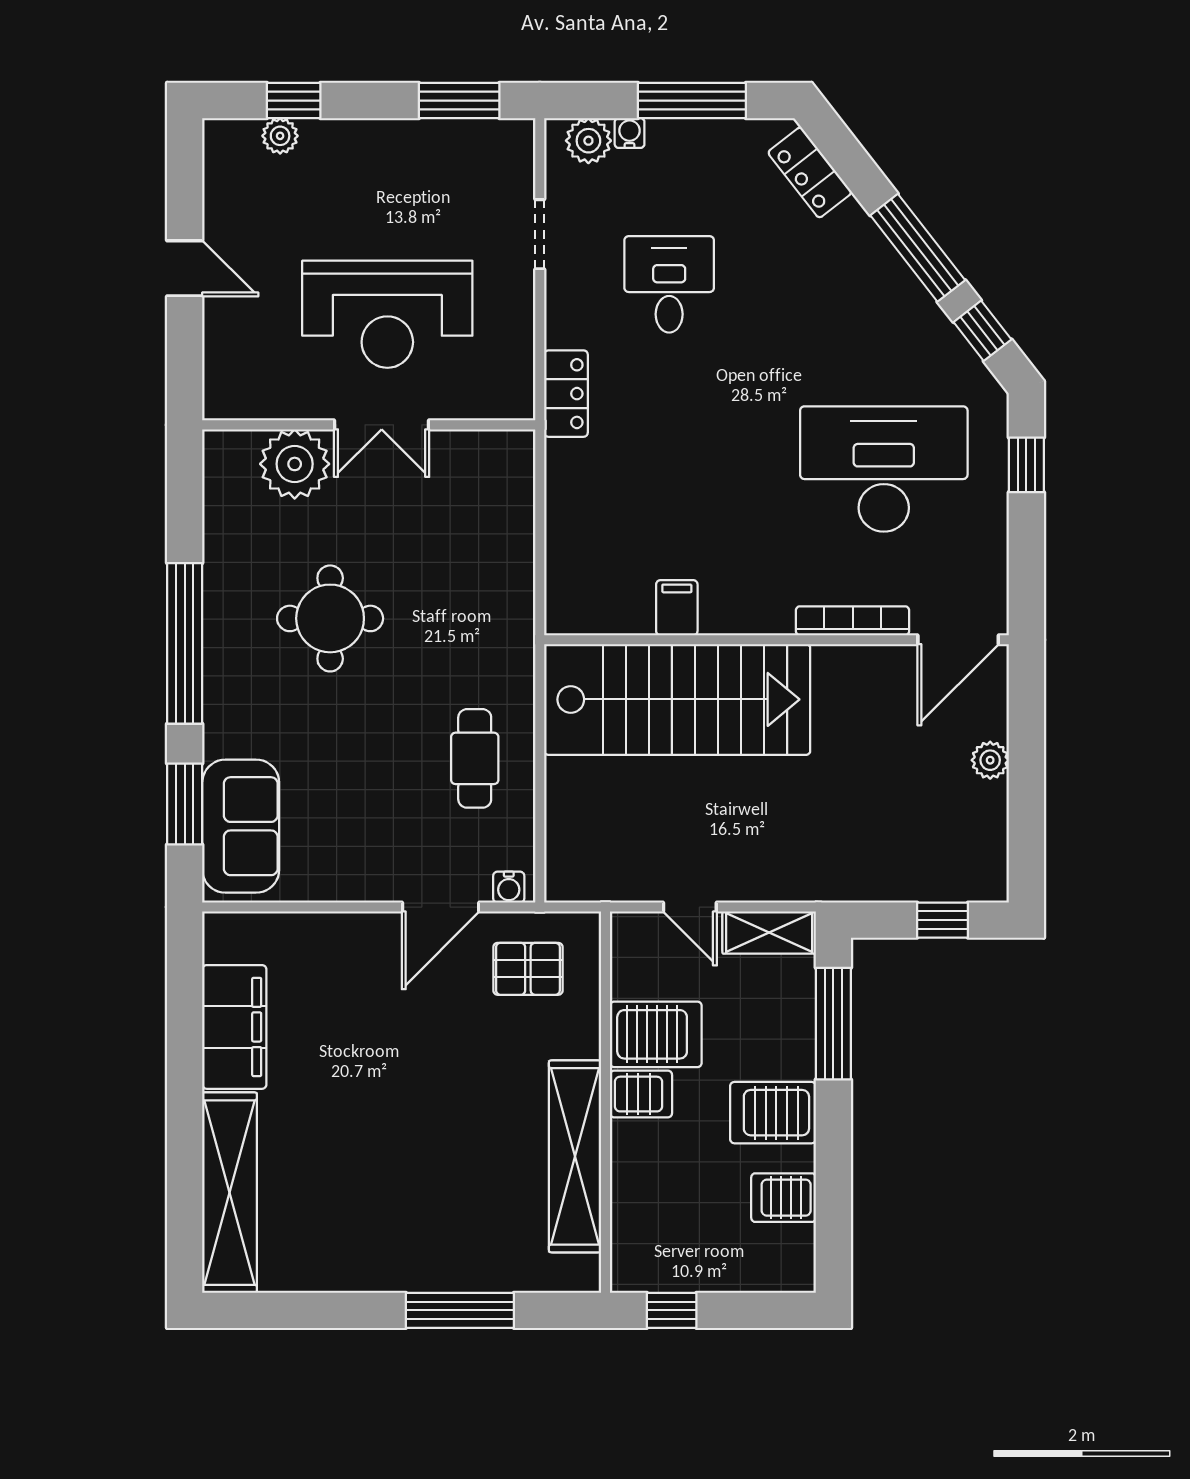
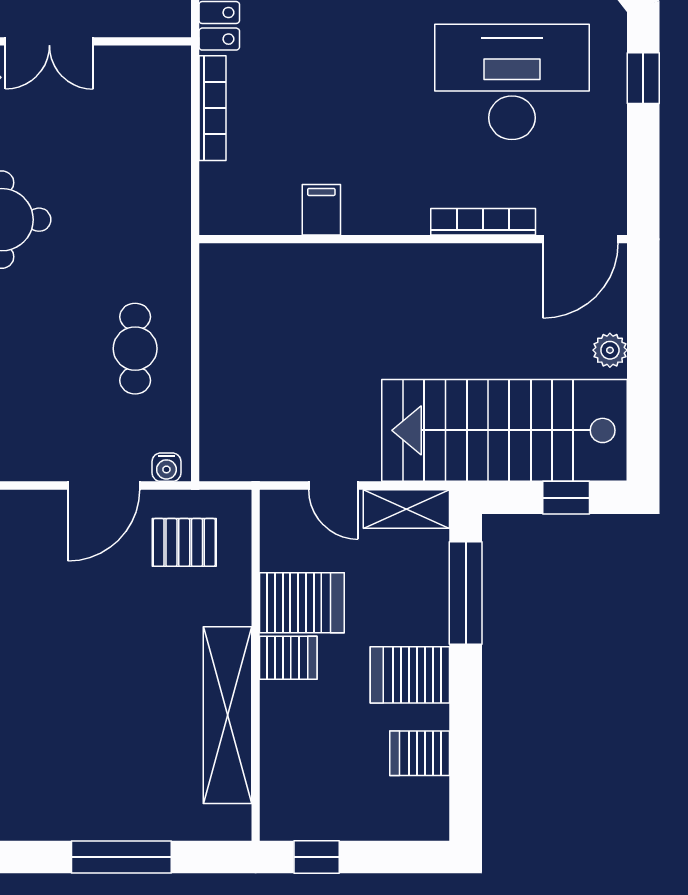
bookcase: (559, 497) -> (213, 108), added
stairs: (677, 699) -> (505, 430), moved, turned 180

